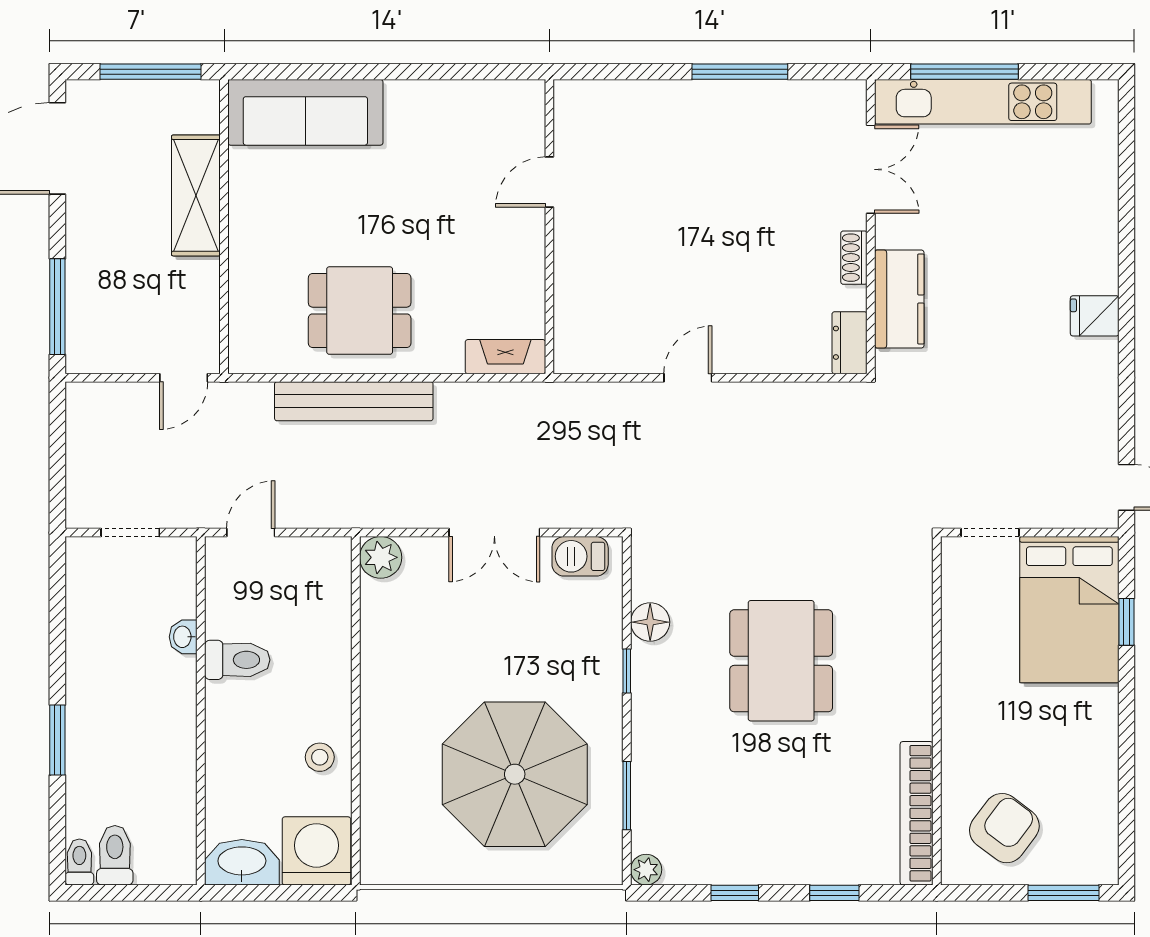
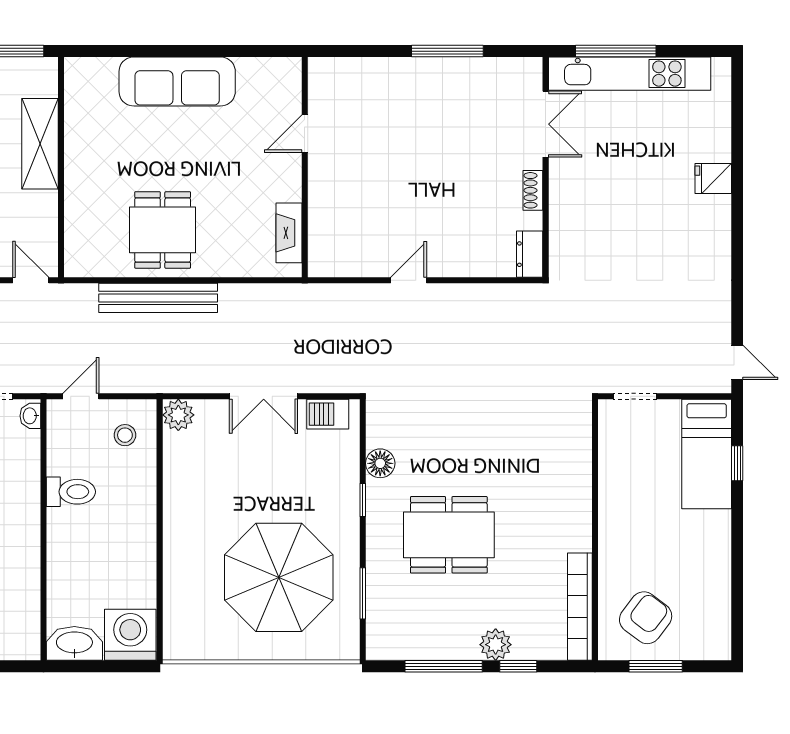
sofa: (305, 112) -> (177, 81), moved
kitchen counter: (899, 299) -> (567, 221), removed
dining table: (360, 311) -> (163, 230), turned 90
fridge: (1095, 316) -> (713, 179), moved
fireplace: (505, 357) -> (289, 233), moved, turned -90
door: (184, 378) -> (31, 280), swing flipped
bed: (1069, 610) -> (707, 454), width x0.67
washbasin: (183, 637) -> (30, 416), moved
dining table: (781, 661) -> (449, 535), moved, turned 90
stool: (320, 757) -> (125, 435), moved
plant: (646, 870) -> (496, 645), moved, width x1.38, depth x1.38
window: (735, 893) -> (444, 666), width x2.17
window: (1064, 893) -> (656, 666), moved

